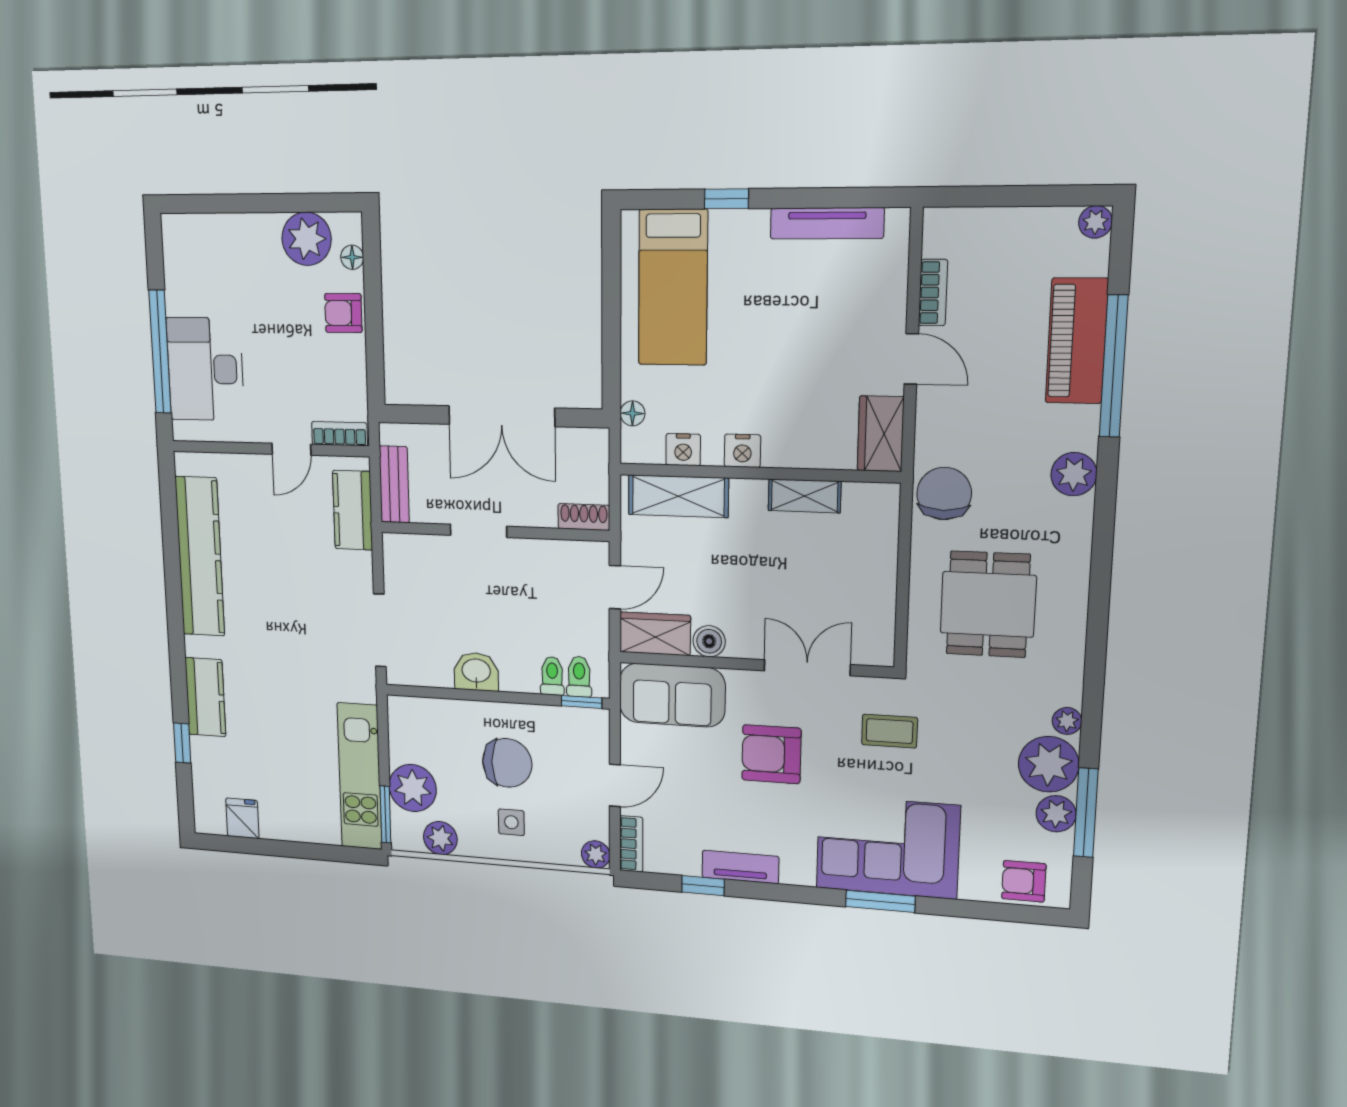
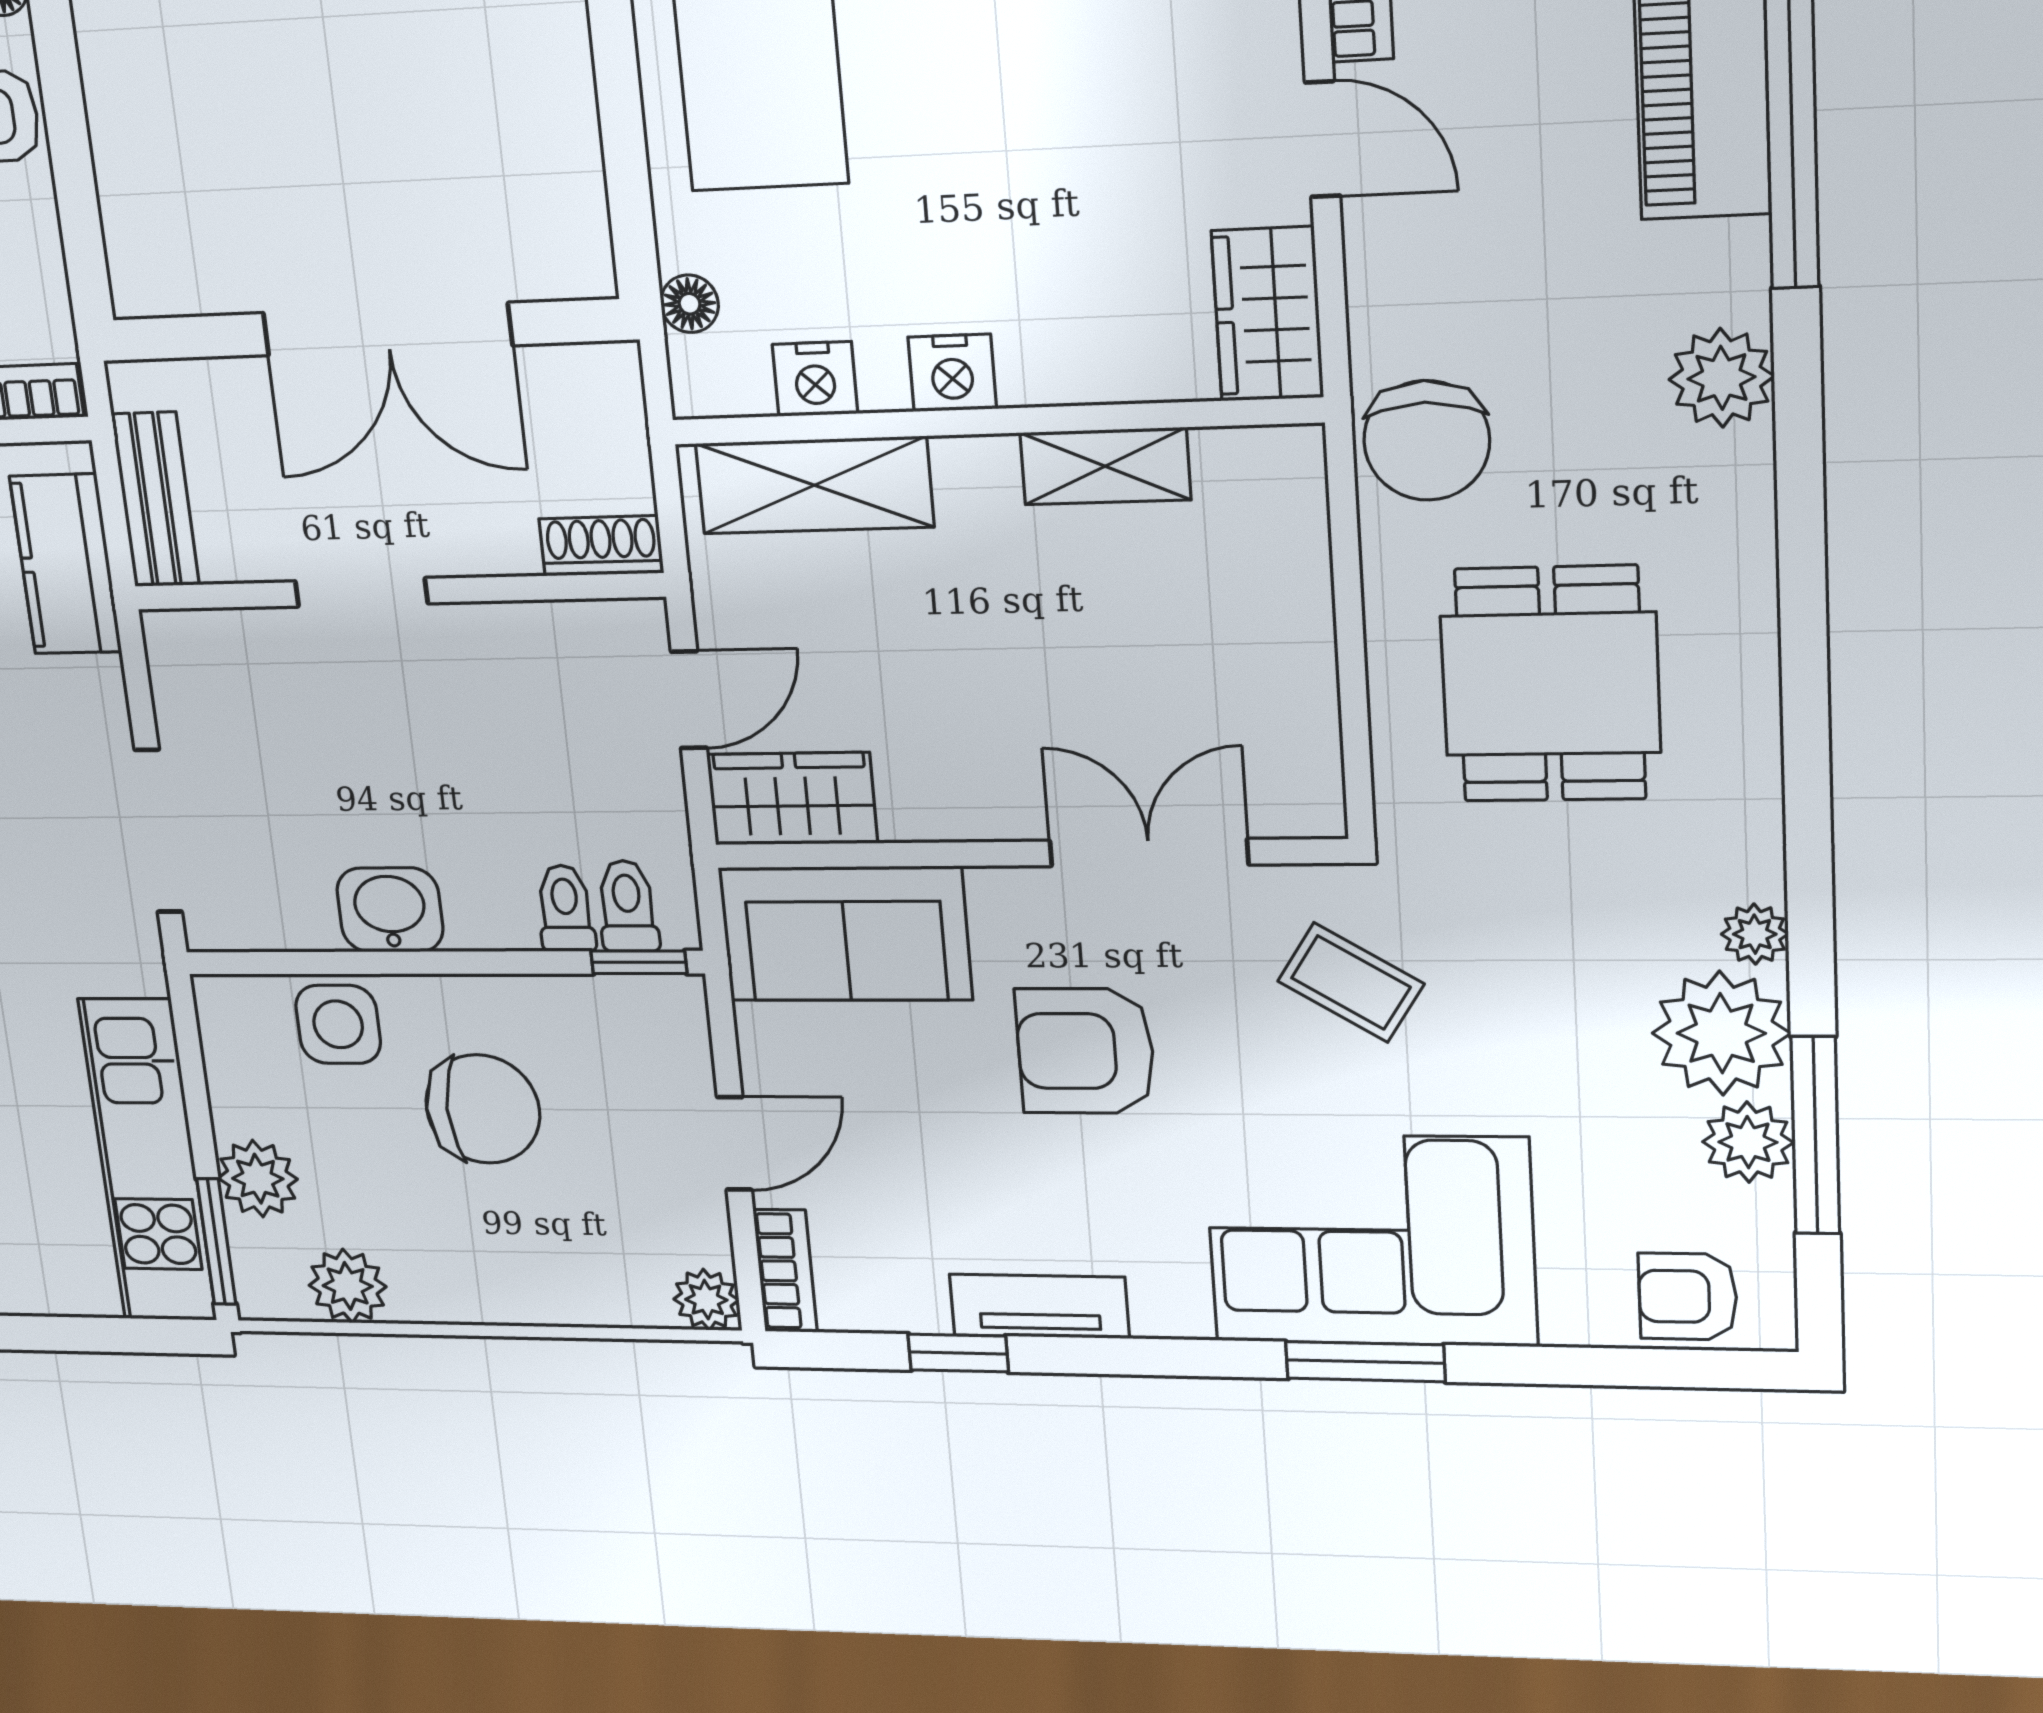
chair: (944, 493) -> (1427, 440), turned 180
boiler: (709, 641) -> (918, 808), removed
coffee table: (890, 731) -> (1351, 983), turned 32
plant: (413, 788) -> (258, 1179), width x0.73, depth x0.73
side table: (511, 822) -> (338, 1024), moved, width x1.37, depth x1.37

